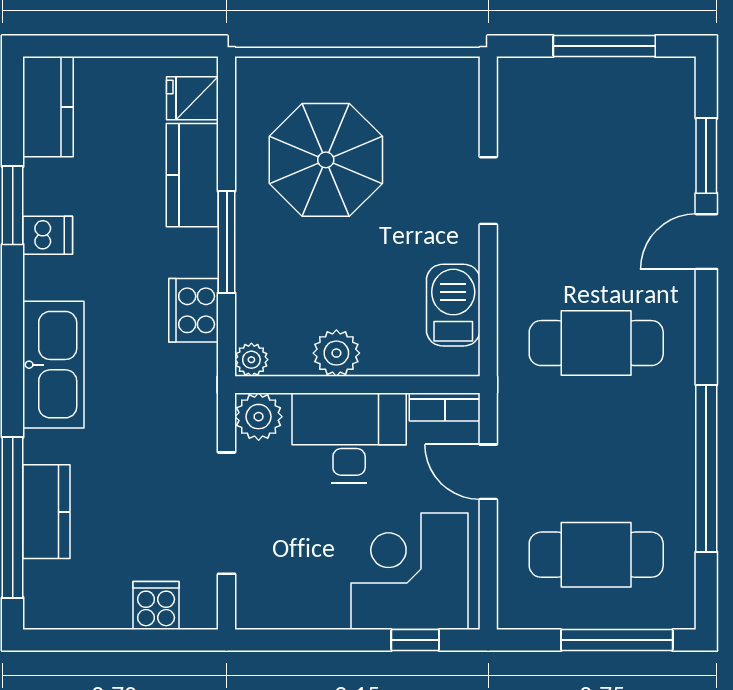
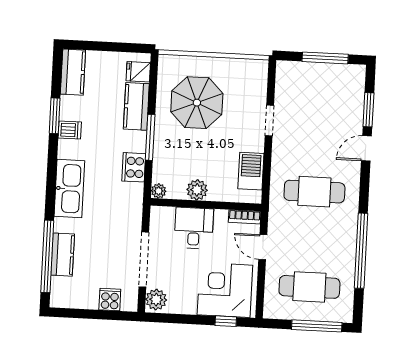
plant: (259, 417) -> (156, 300), moved
desk: (349, 438) -> (194, 228), width x0.73

